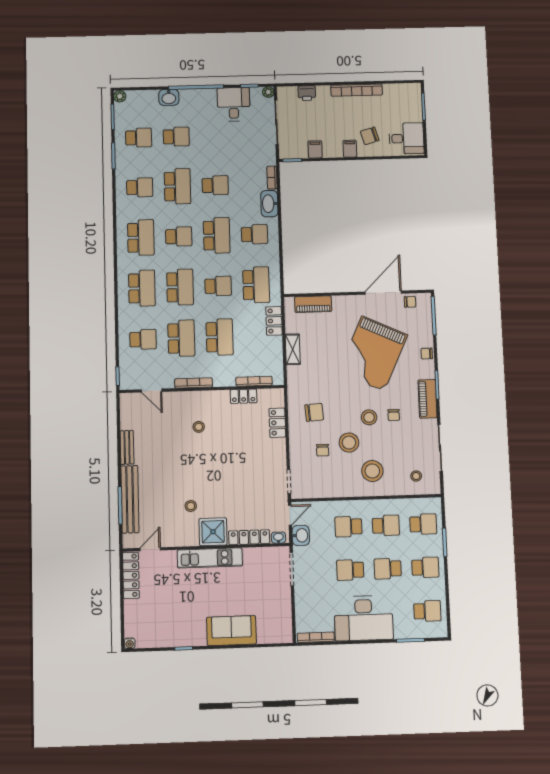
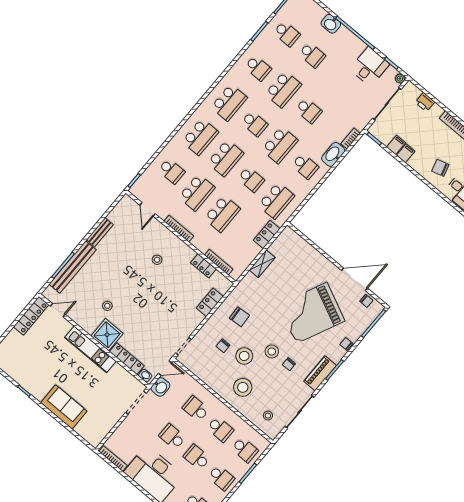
filing cabinet: (350, 149) -> (406, 153), moved
piano: (313, 304) -> (302, 246), removed

